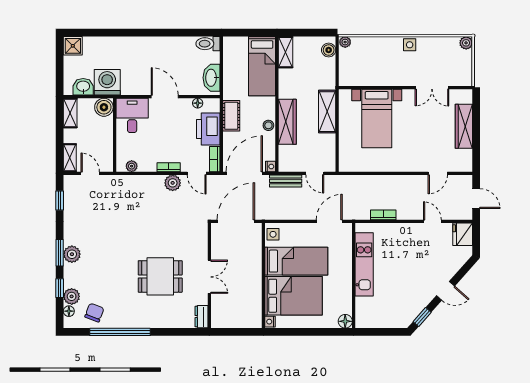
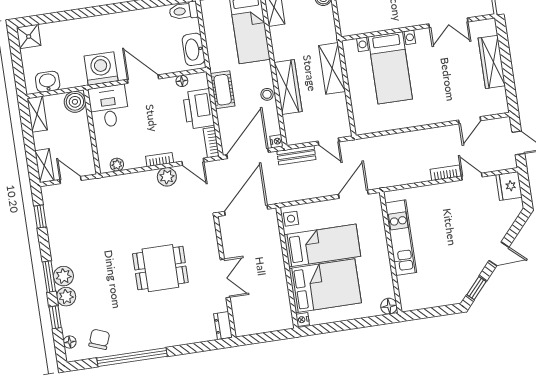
washing machine: (107, 82) -> (101, 69), moved
bookcase: (383, 215) -> (445, 173), moved
dining table: (160, 276) -> (160, 268), moved
plant: (72, 296) -> (66, 297), moved

